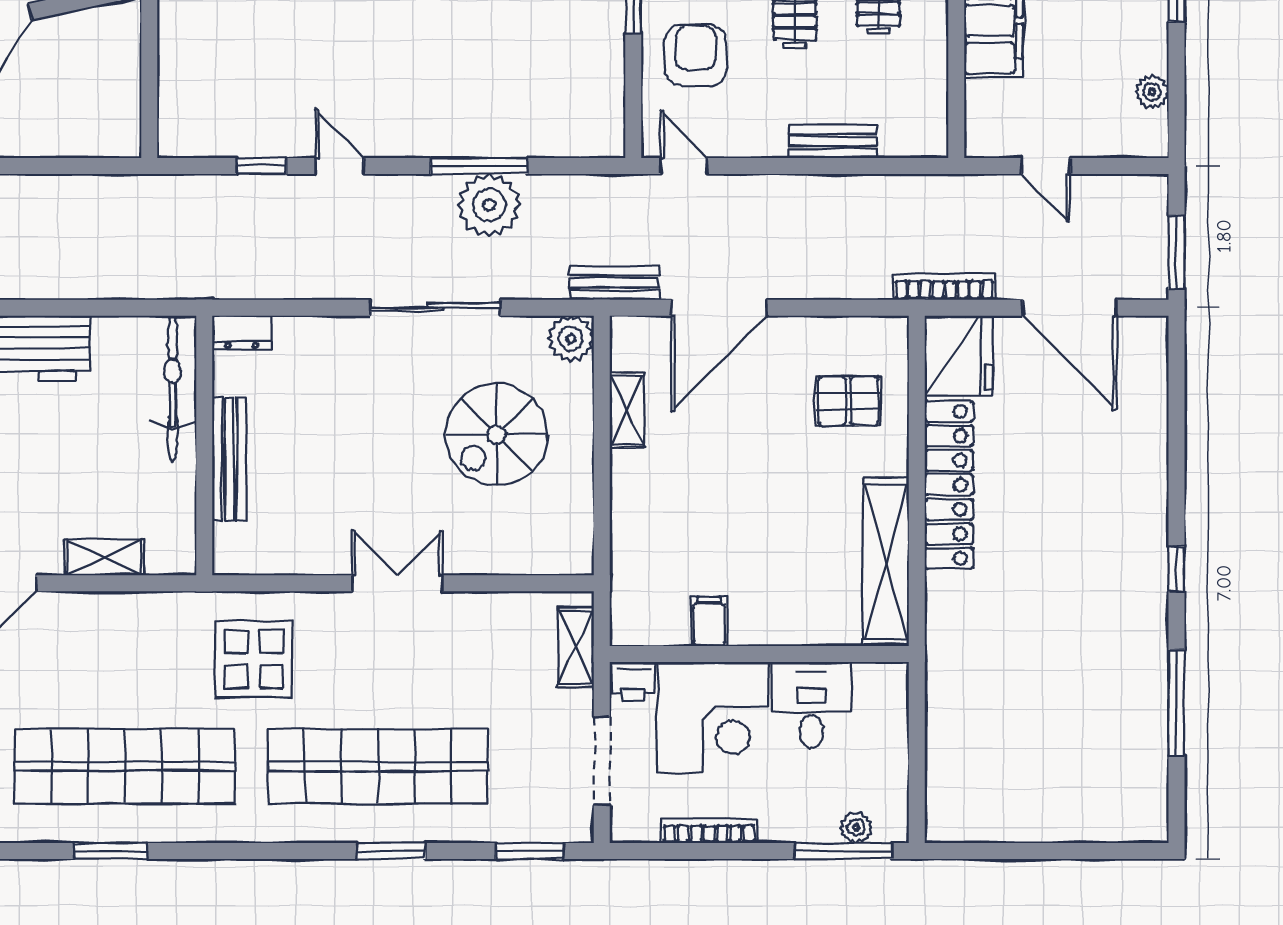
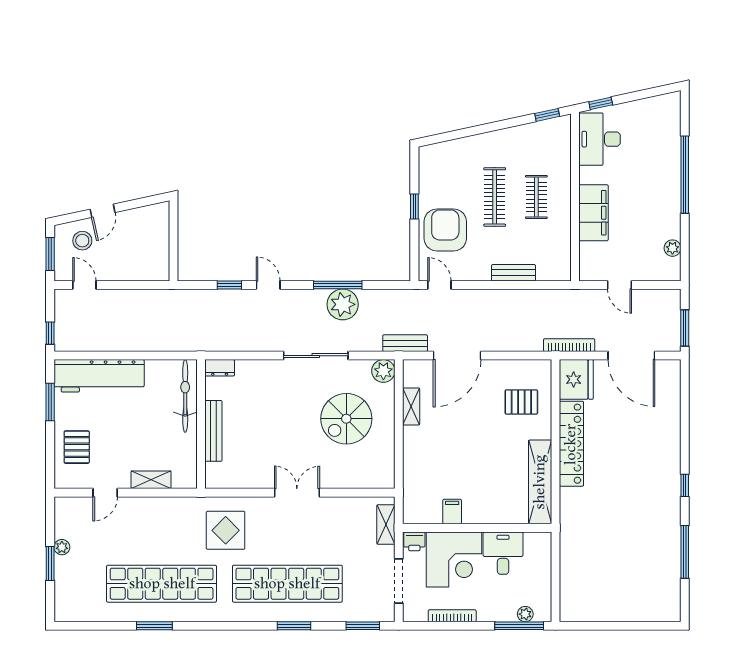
armchair: (695, 55) -> (445, 230), width x1.36, depth x1.36

